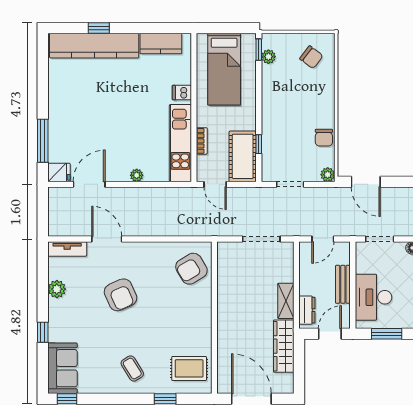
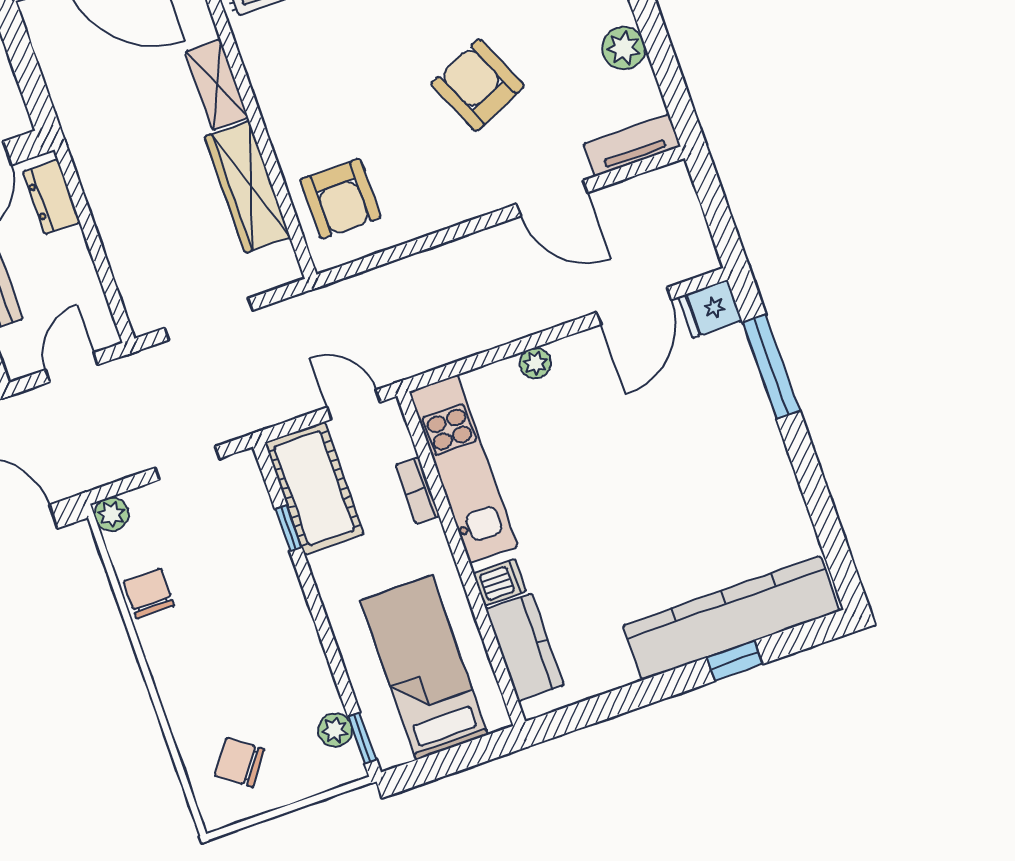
kitchen counter: (161, 43) -> (525, 647), moved, turned 90
armchair: (191, 269) -> (341, 199), turned 121
shelving: (286, 301) -> (217, 84), moved
wardrobe: (284, 346) -> (247, 187), moved, turned 180

